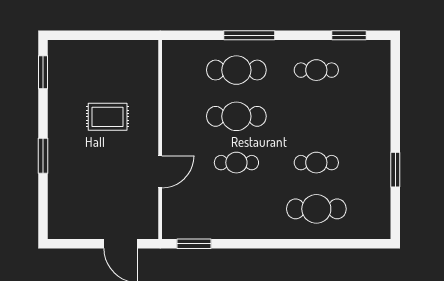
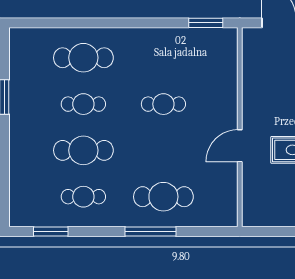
cafe table: (236, 116) -> (83, 150), moved
door: (160, 172) -> (240, 146), moved

